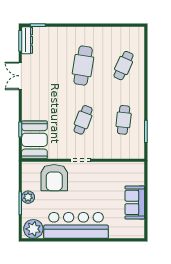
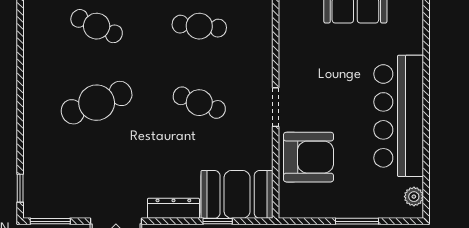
dresser: (27, 40) -> (173, 208), moved
cafe table: (83, 66) -> (97, 103), turned -30
plant: (28, 197) -> (345, 207), removed
plant: (33, 229) -> (414, 197), width x0.53, depth x0.53

